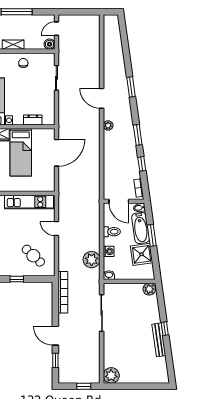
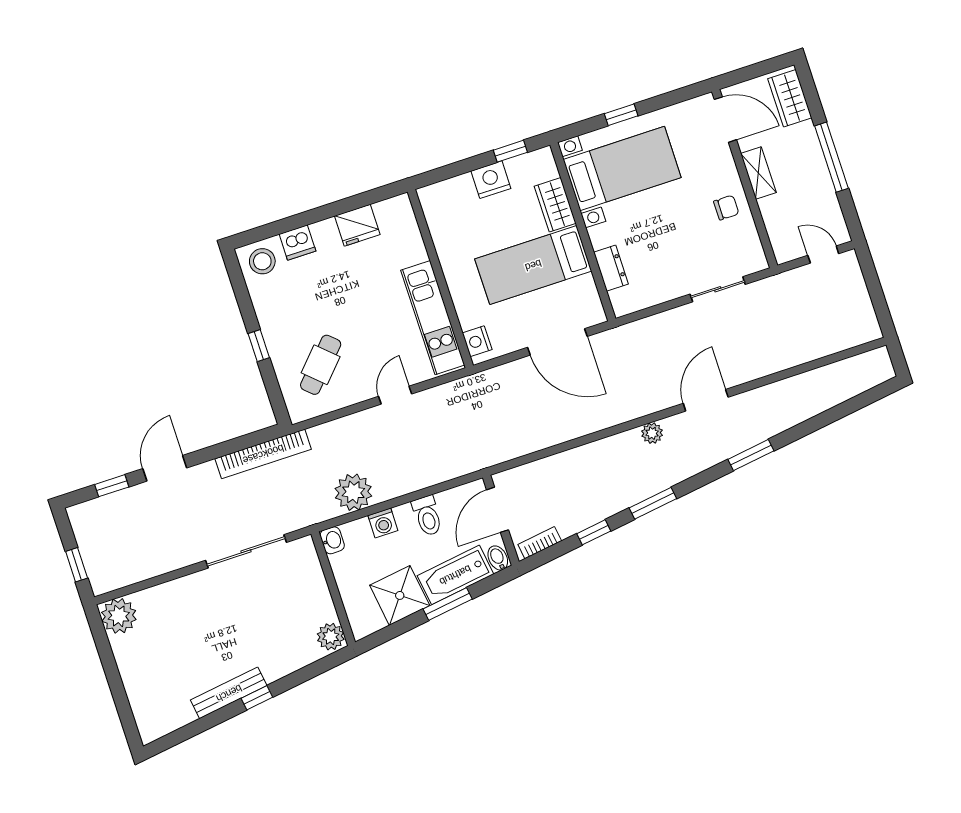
boiler: (50, 44) -> (785, 250), removed
nightstand: (45, 186) -> (477, 341), added

